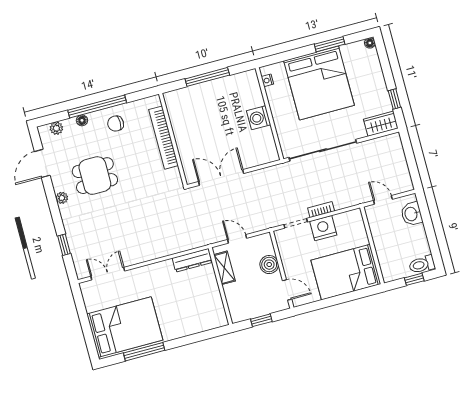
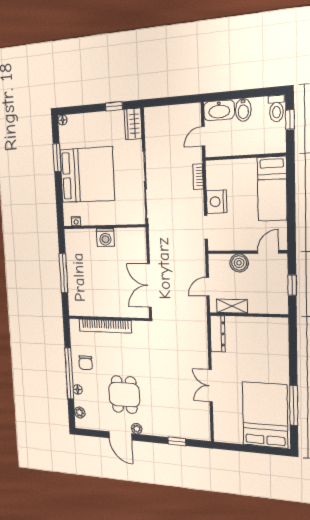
door: (42, 163) -> (120, 436), moved
bookcase: (321, 210) -> (198, 177), moved
washbasin: (412, 214) -> (219, 110), width x1.38
bidet: (415, 233) -> (243, 110), added
bed: (346, 272) -> (272, 189), width x0.67
double door: (108, 274) -> (211, 386), moved

